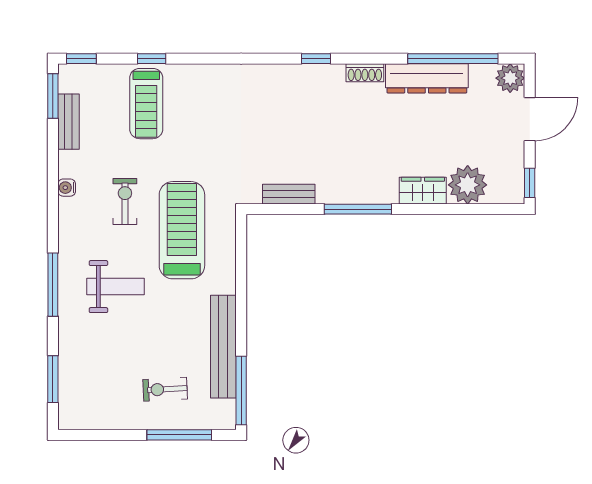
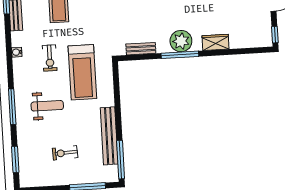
plant: (468, 185) -> (181, 41), moved
exercise bike: (125, 202) -> (50, 58), turned 180
treadmill: (182, 230) -> (82, 72), turned 180
exercise bike: (165, 389) -> (65, 153), moved

